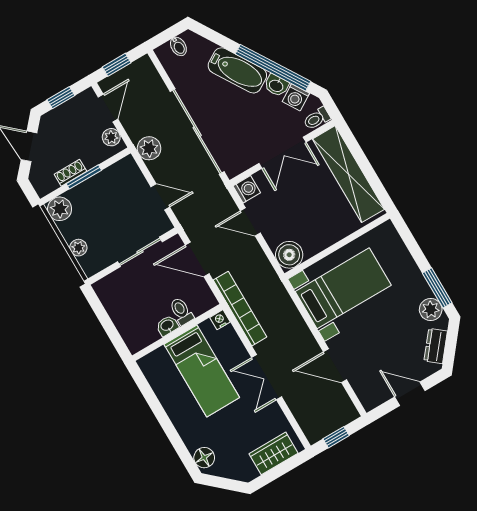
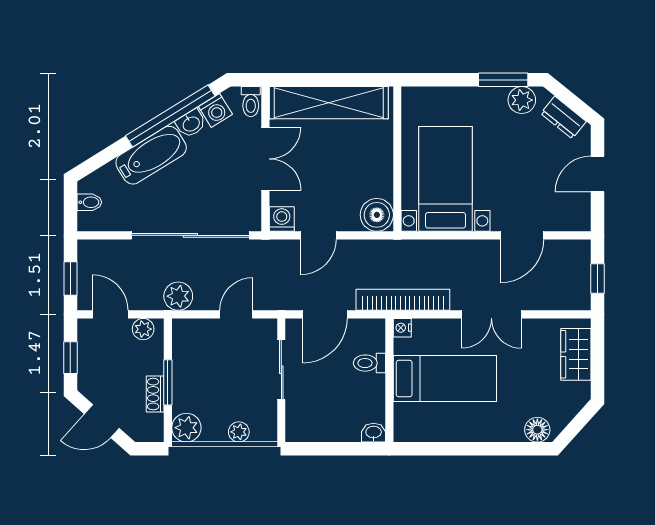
washbasin: (167, 326) -> (374, 433), moved, turned 90

